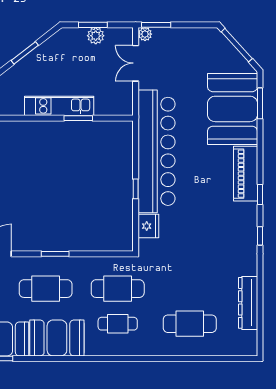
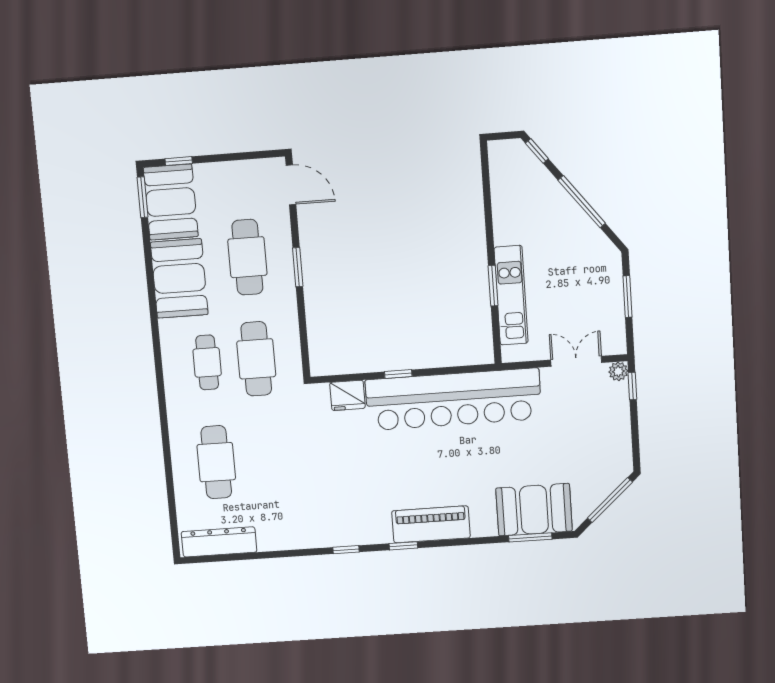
window: (156, 25) -> (632, 386), width x0.67
plant: (96, 36) -> (612, 302), removed
window: (25, 53) -> (582, 202), width x1.44
kitchen unit: (59, 106) -> (511, 295), moved
booth: (233, 109) -> (534, 510), width x0.73, depth x0.70
dresser: (248, 303) -> (219, 542), moved

